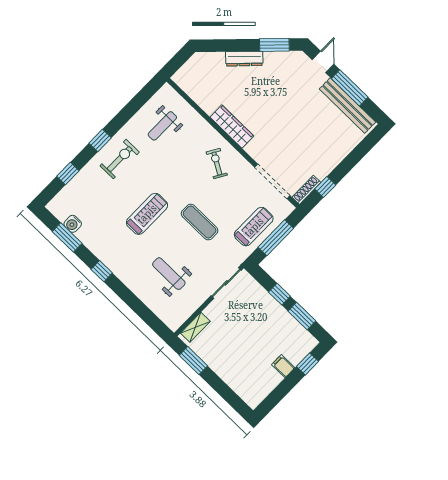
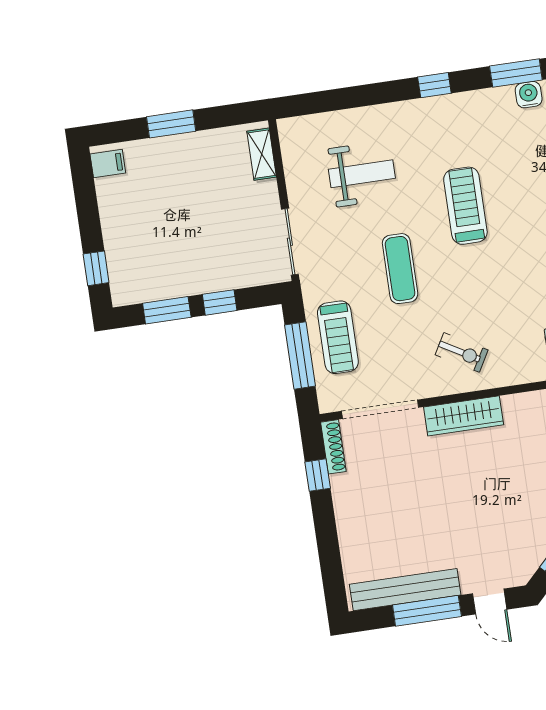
wardrobe: (232, 127) -> (464, 416), moved
treadmill: (147, 214) -> (465, 206), turned 180
exercise mat: (200, 222) -> (400, 269), turned 90
window: (193, 361) -> (171, 124), moved
filing cabinet: (283, 366) -> (108, 163), moved

